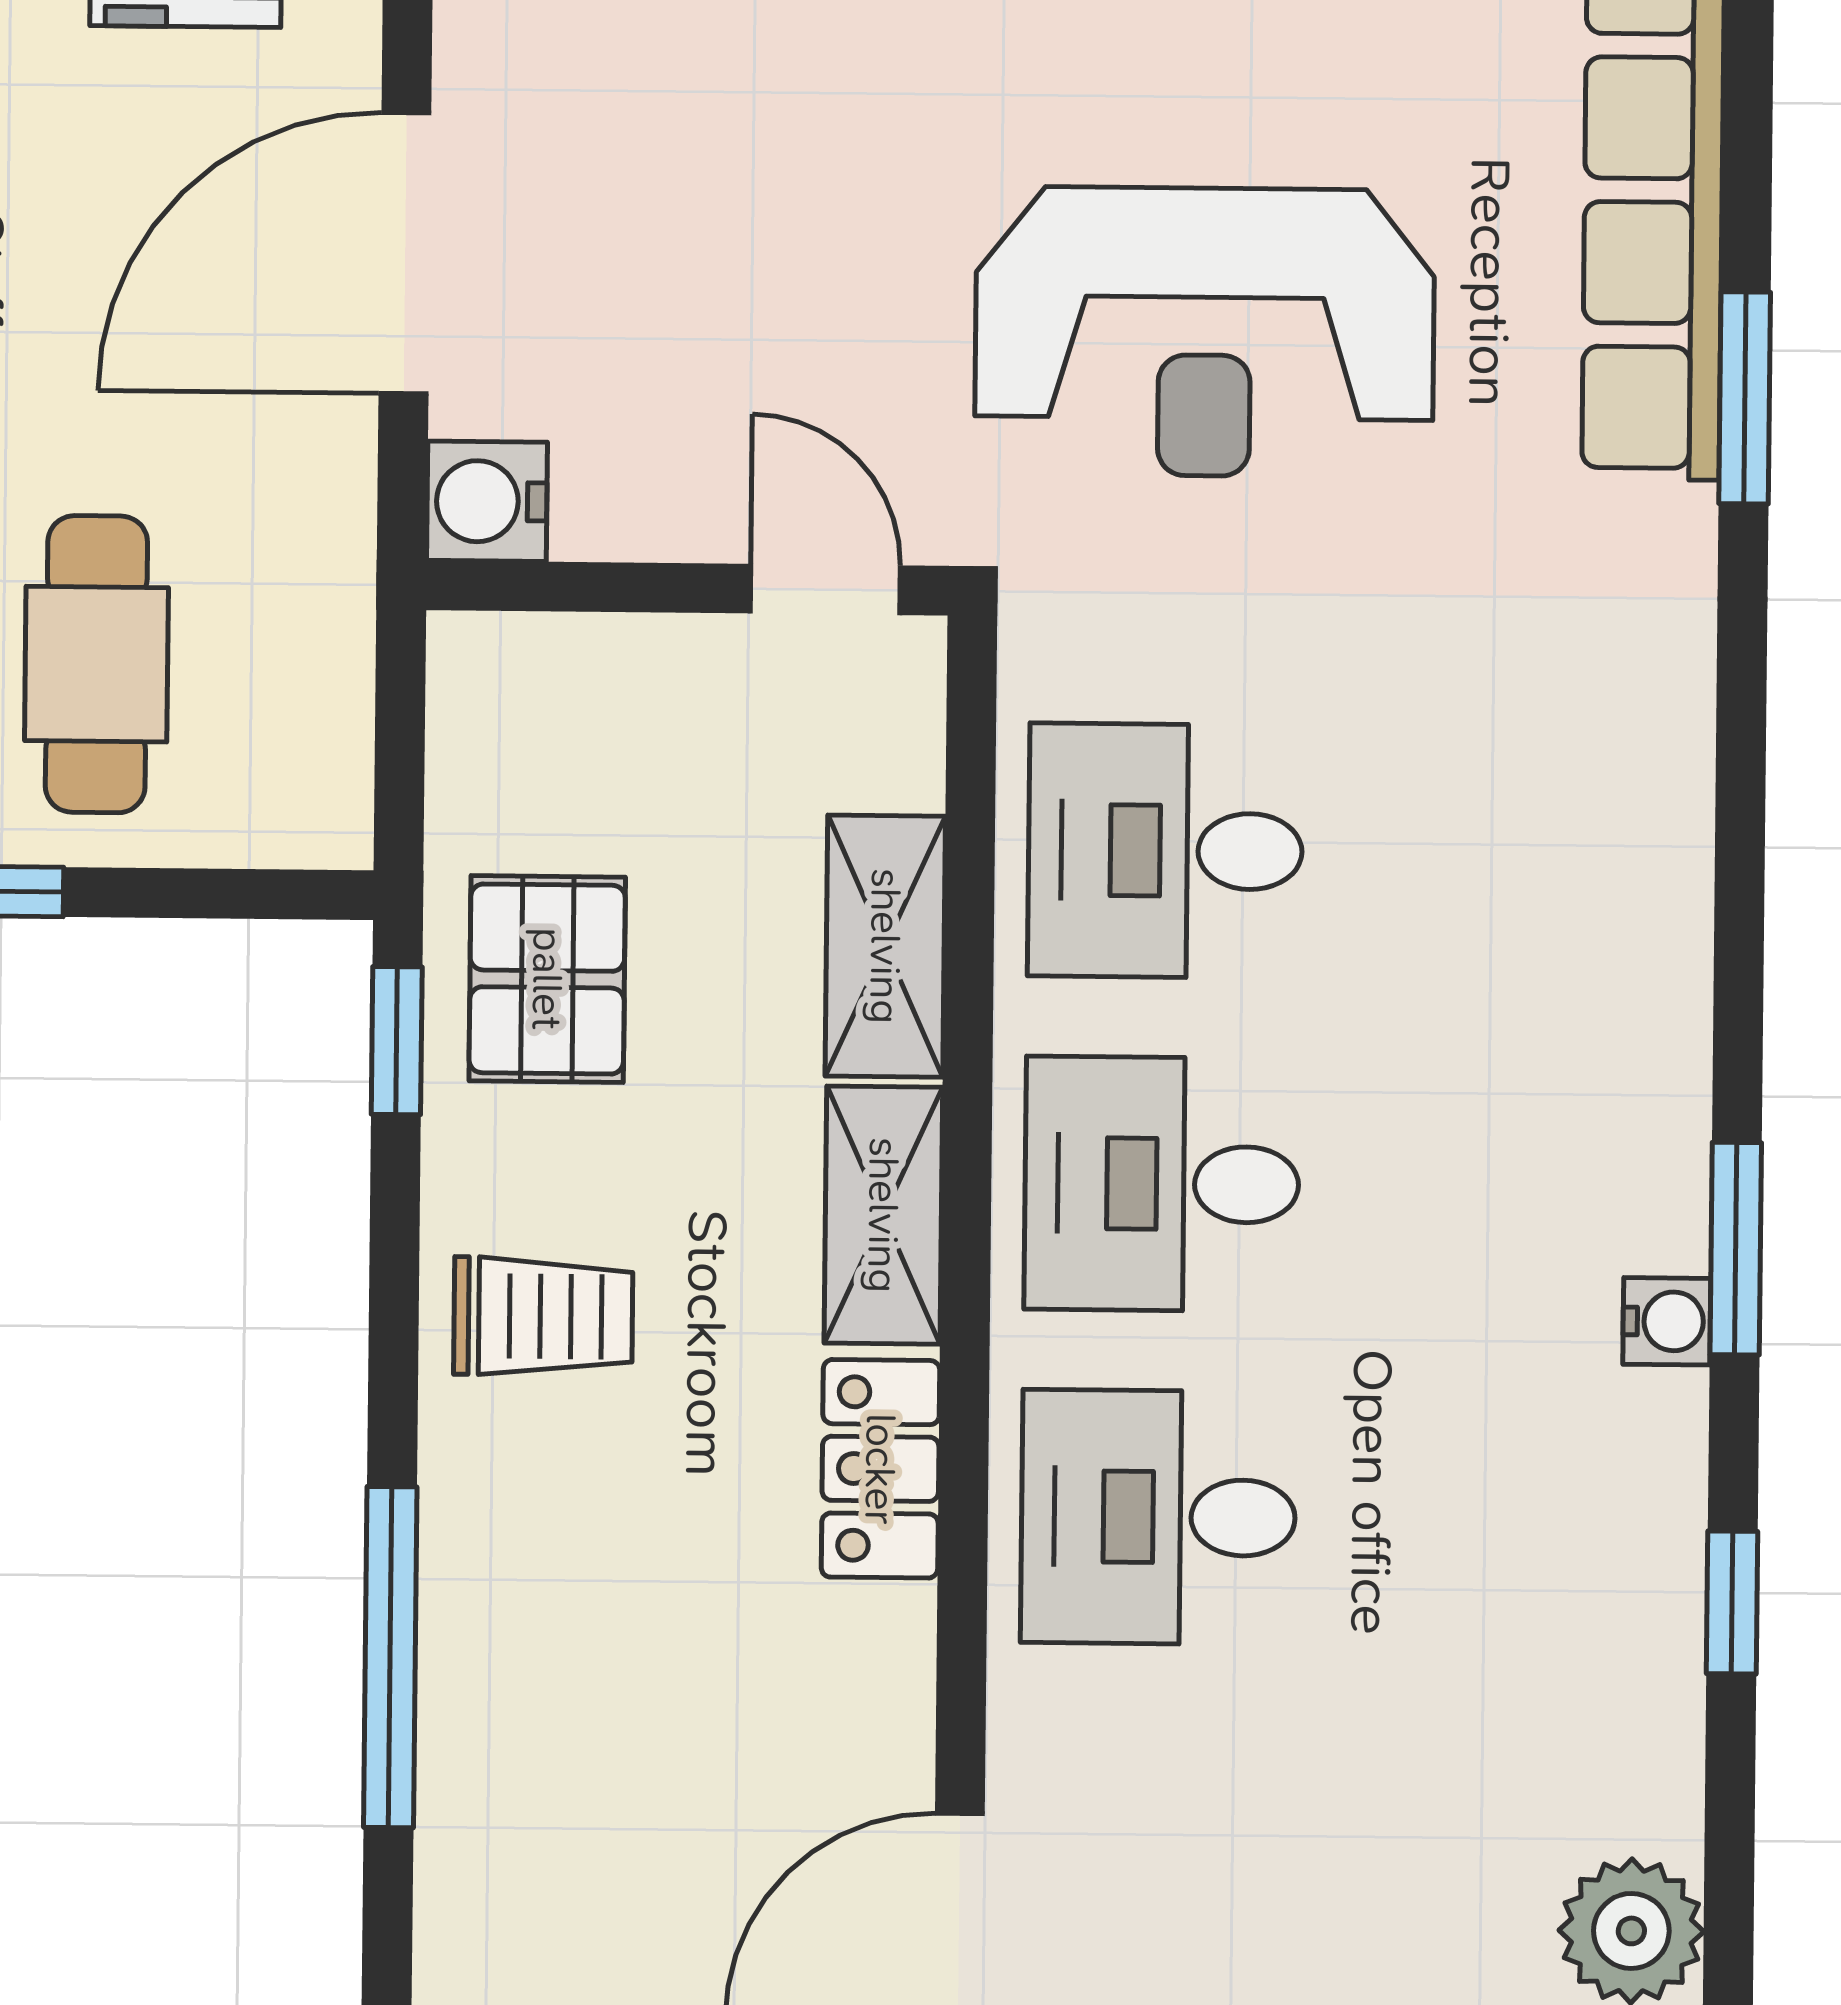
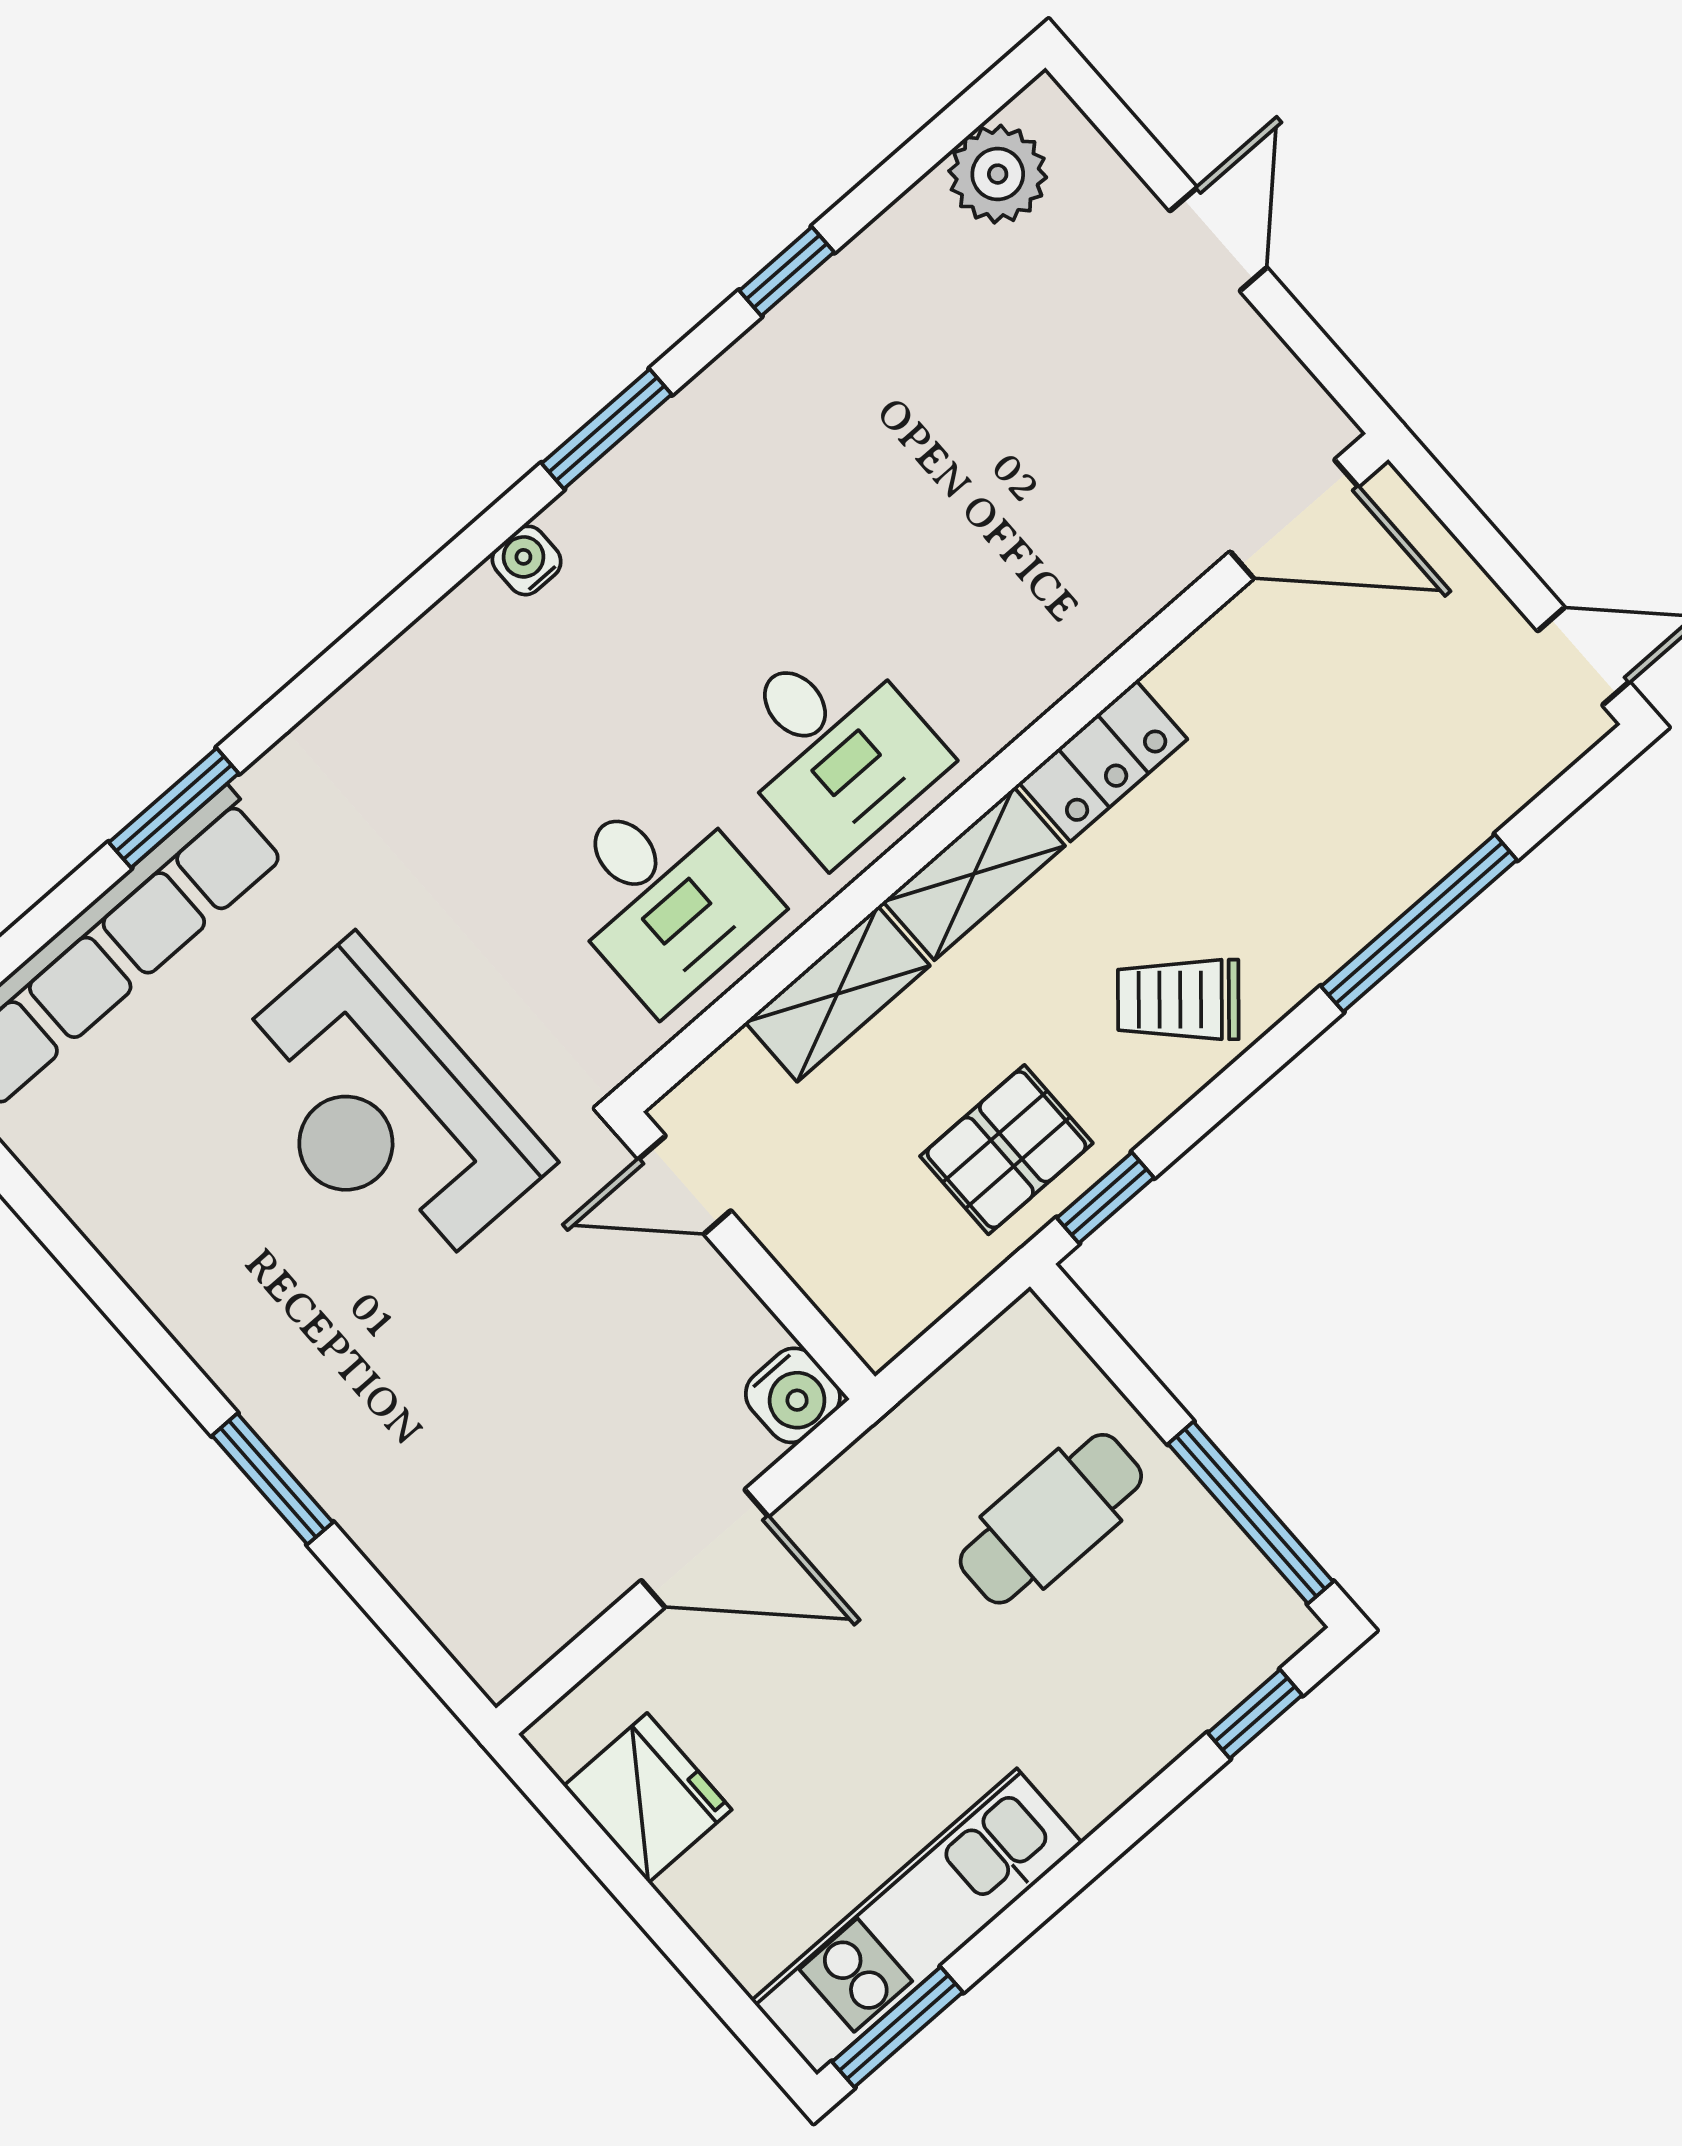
door: (405, 253) -> (705, 1548), width x0.73
reception desk: (1205, 332) -> (384, 1110), turned 180
door: (825, 589) -> (685, 1185), hinge flipped
trolley: (543, 1316) -> (1178, 1000), turned -49
water cooler: (1667, 1321) -> (527, 560), moved
desk: (1158, 1517) -> (1002, 599), removed

